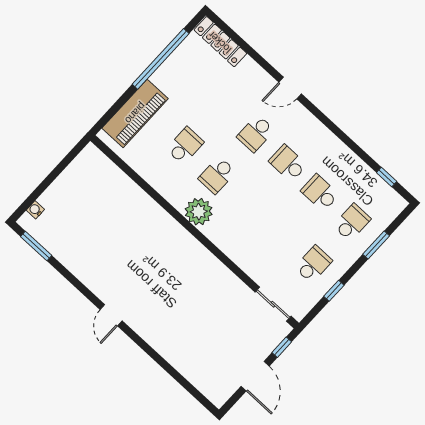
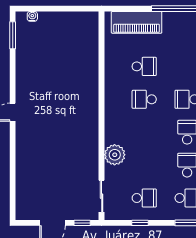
plant: (199, 212) -> (115, 155), moved

